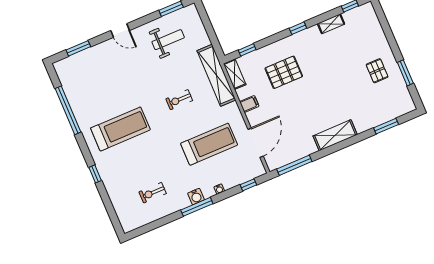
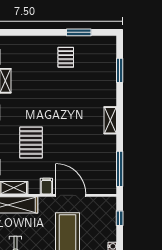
pallet: (377, 71) -> (66, 57), turned 90
shelving: (335, 135) -> (110, 120), width x0.67, depth x0.75
door: (256, 143) -> (71, 195), moved

